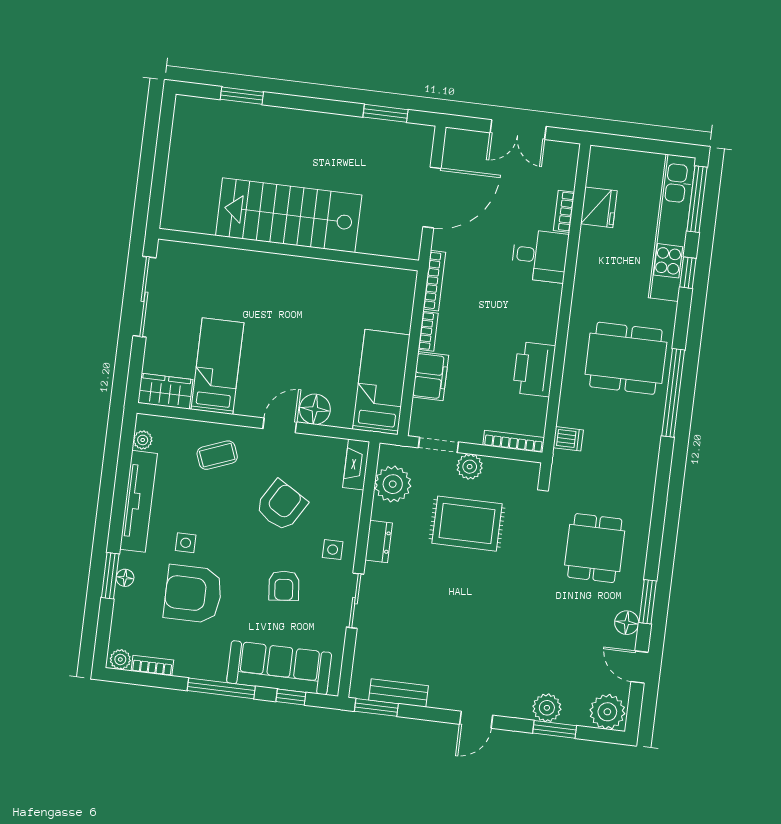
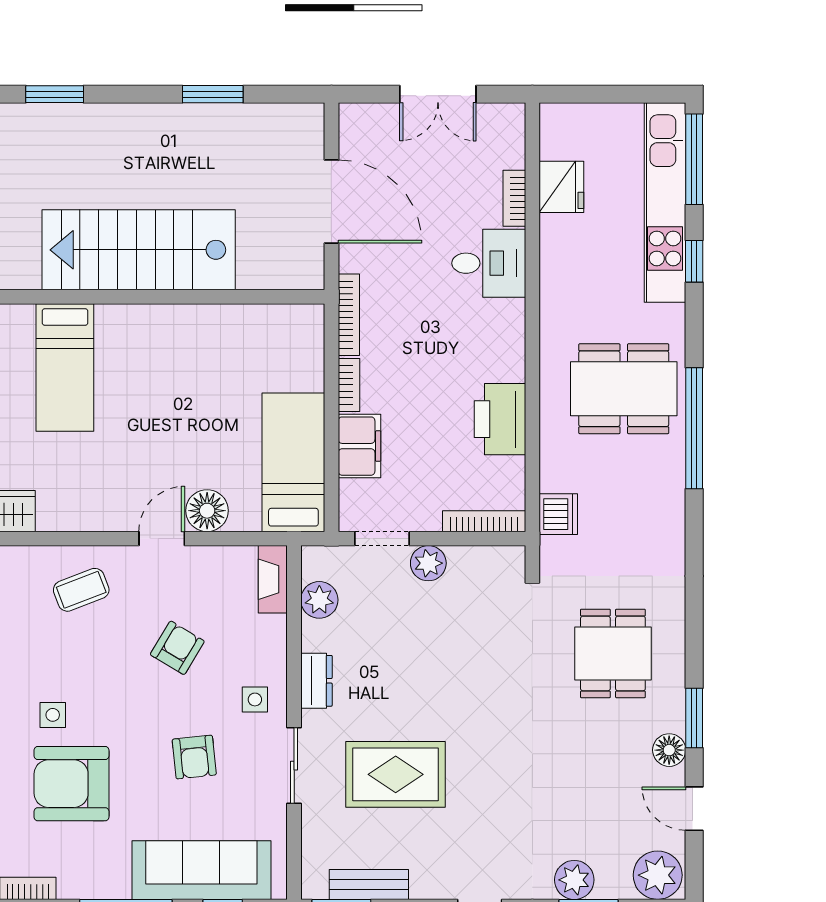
window: (386, 113) -> (213, 94), moved
door: (432, 198) -> (331, 202), hinge flipped
bed: (217, 366) -> (65, 367), moved, turned 180
dishwasher: (568, 439) -> (558, 514), width x1.38
plant: (393, 484) -> (319, 600), width x0.73, depth x0.73
armchair: (281, 505) -> (177, 648), width x0.72, depth x0.72
rug: (467, 524) -> (396, 774), moved

